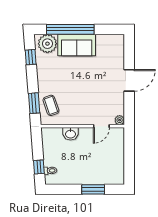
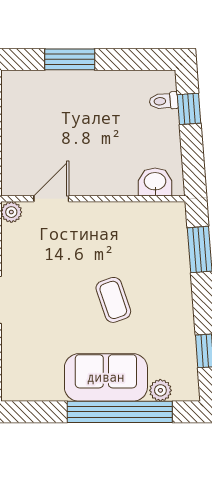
plant: (47, 44) -> (160, 390), width x0.53, depth x0.53
coffee table: (51, 105) -> (113, 300), moved
washbasin: (71, 134) -> (155, 182), moved

